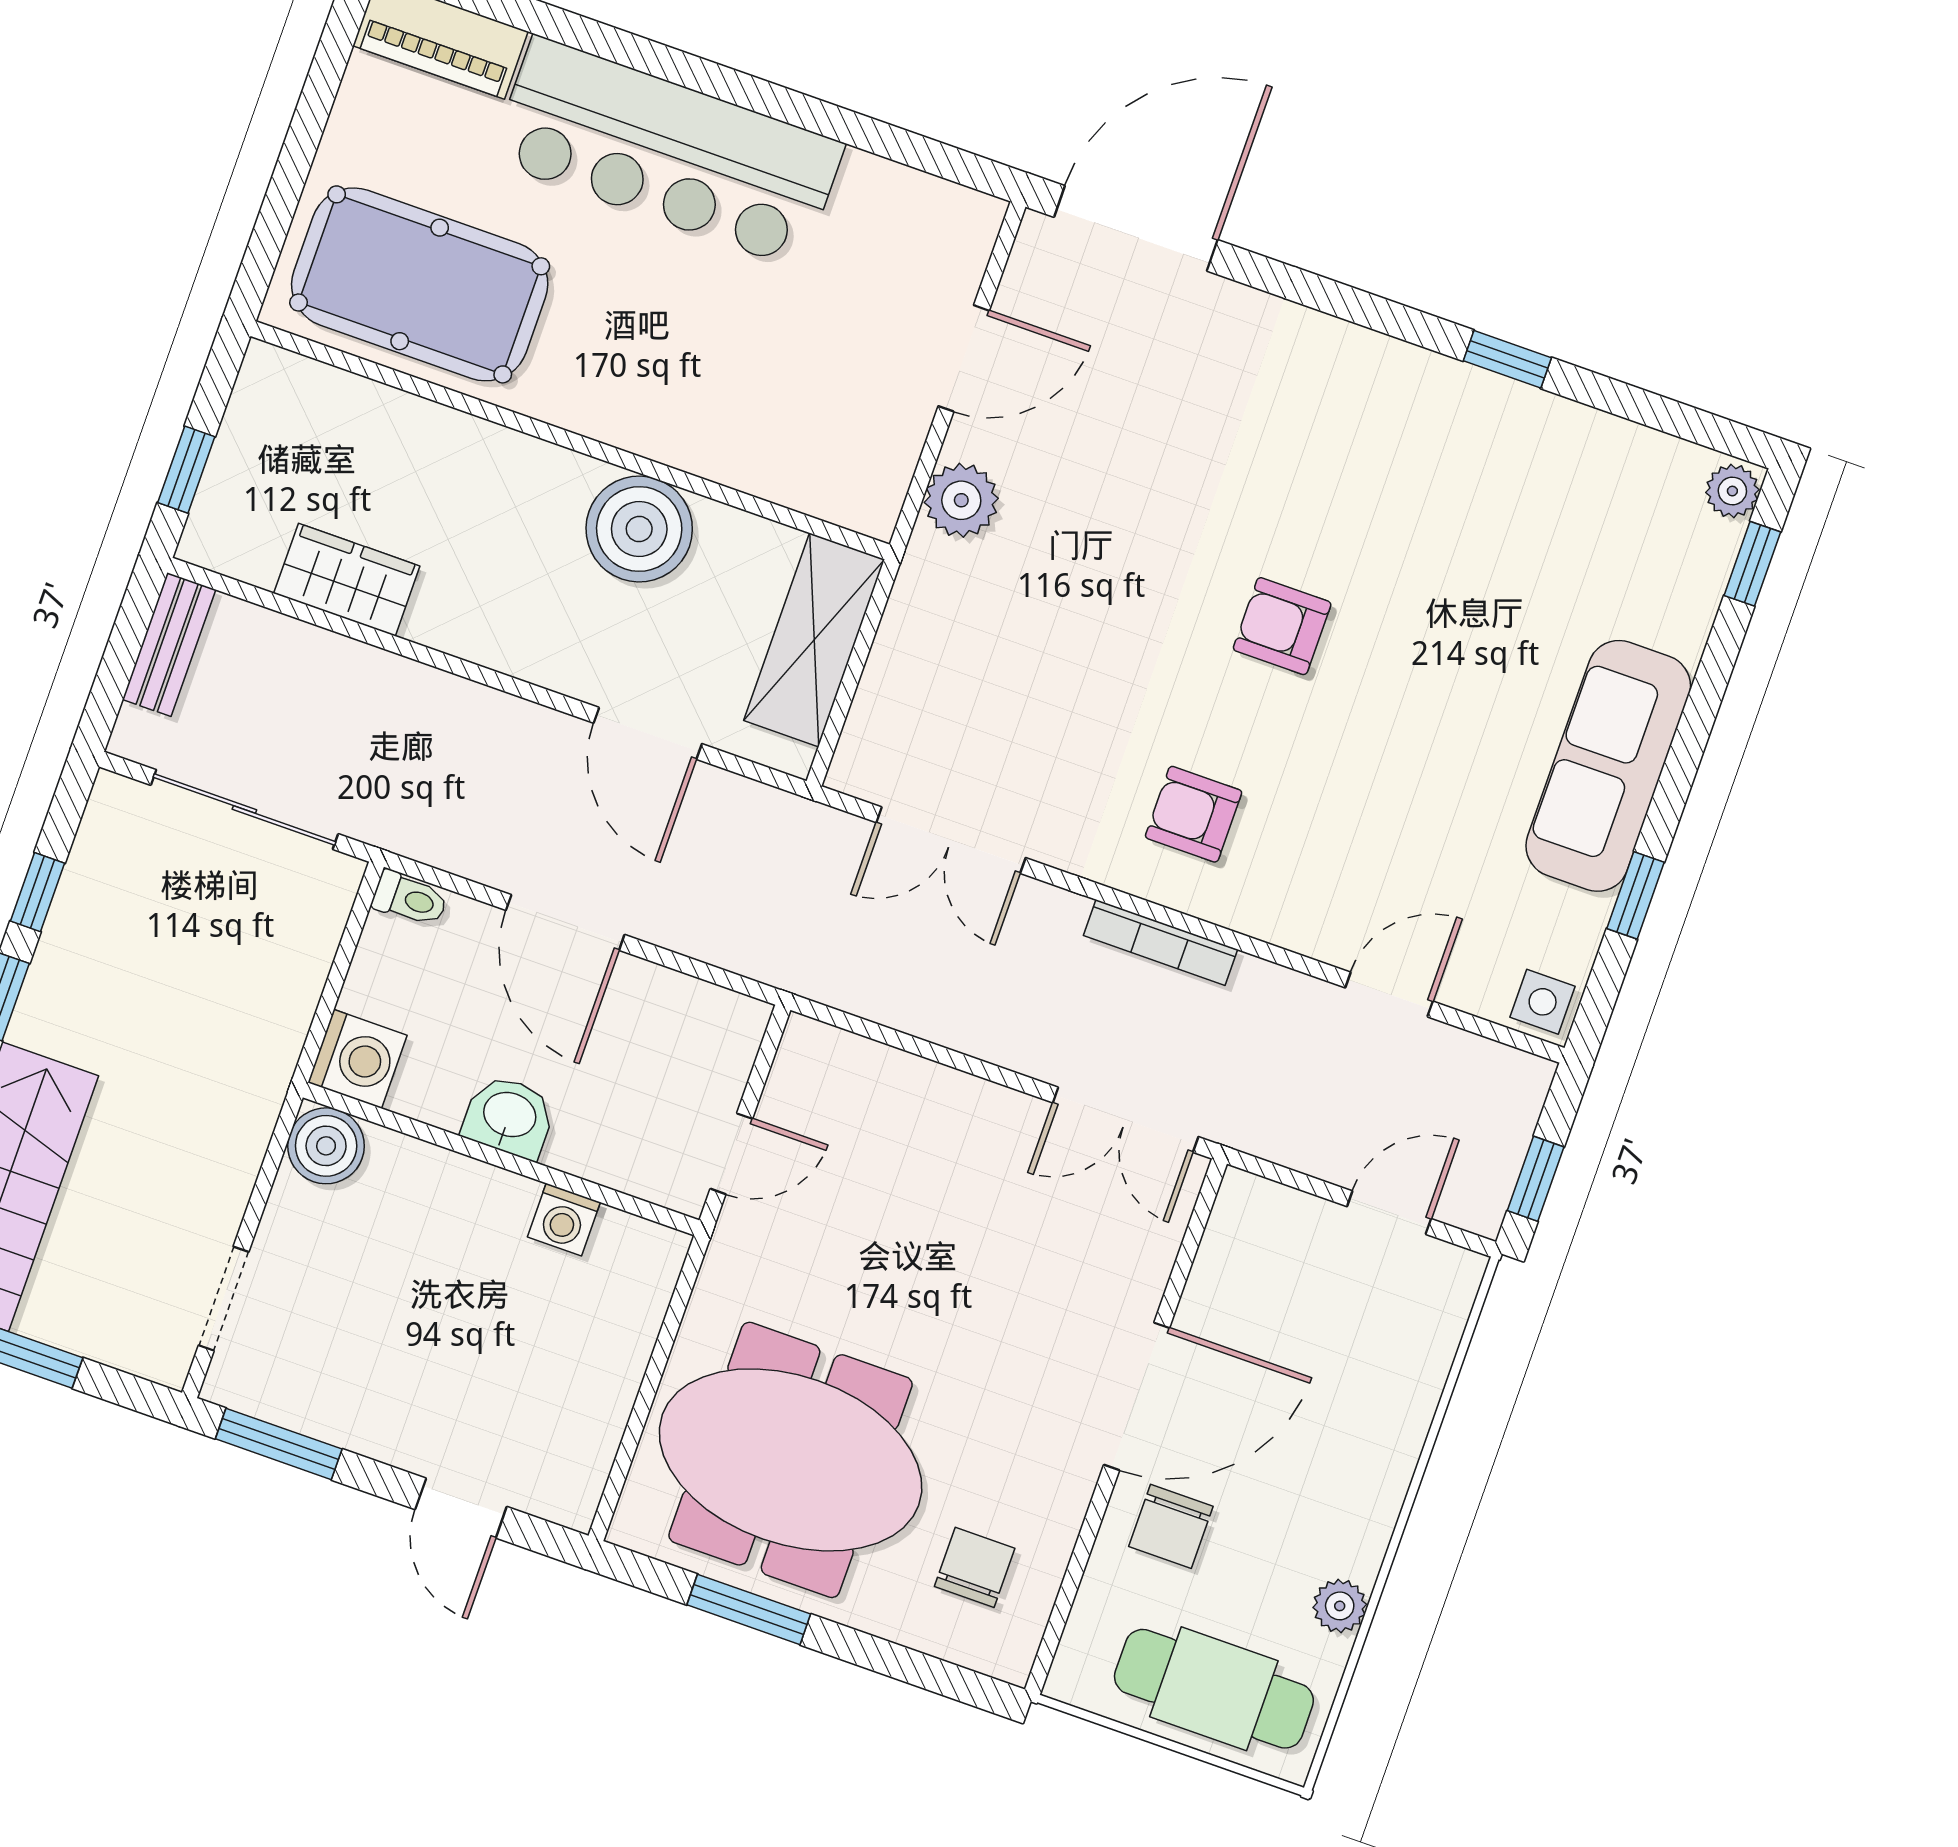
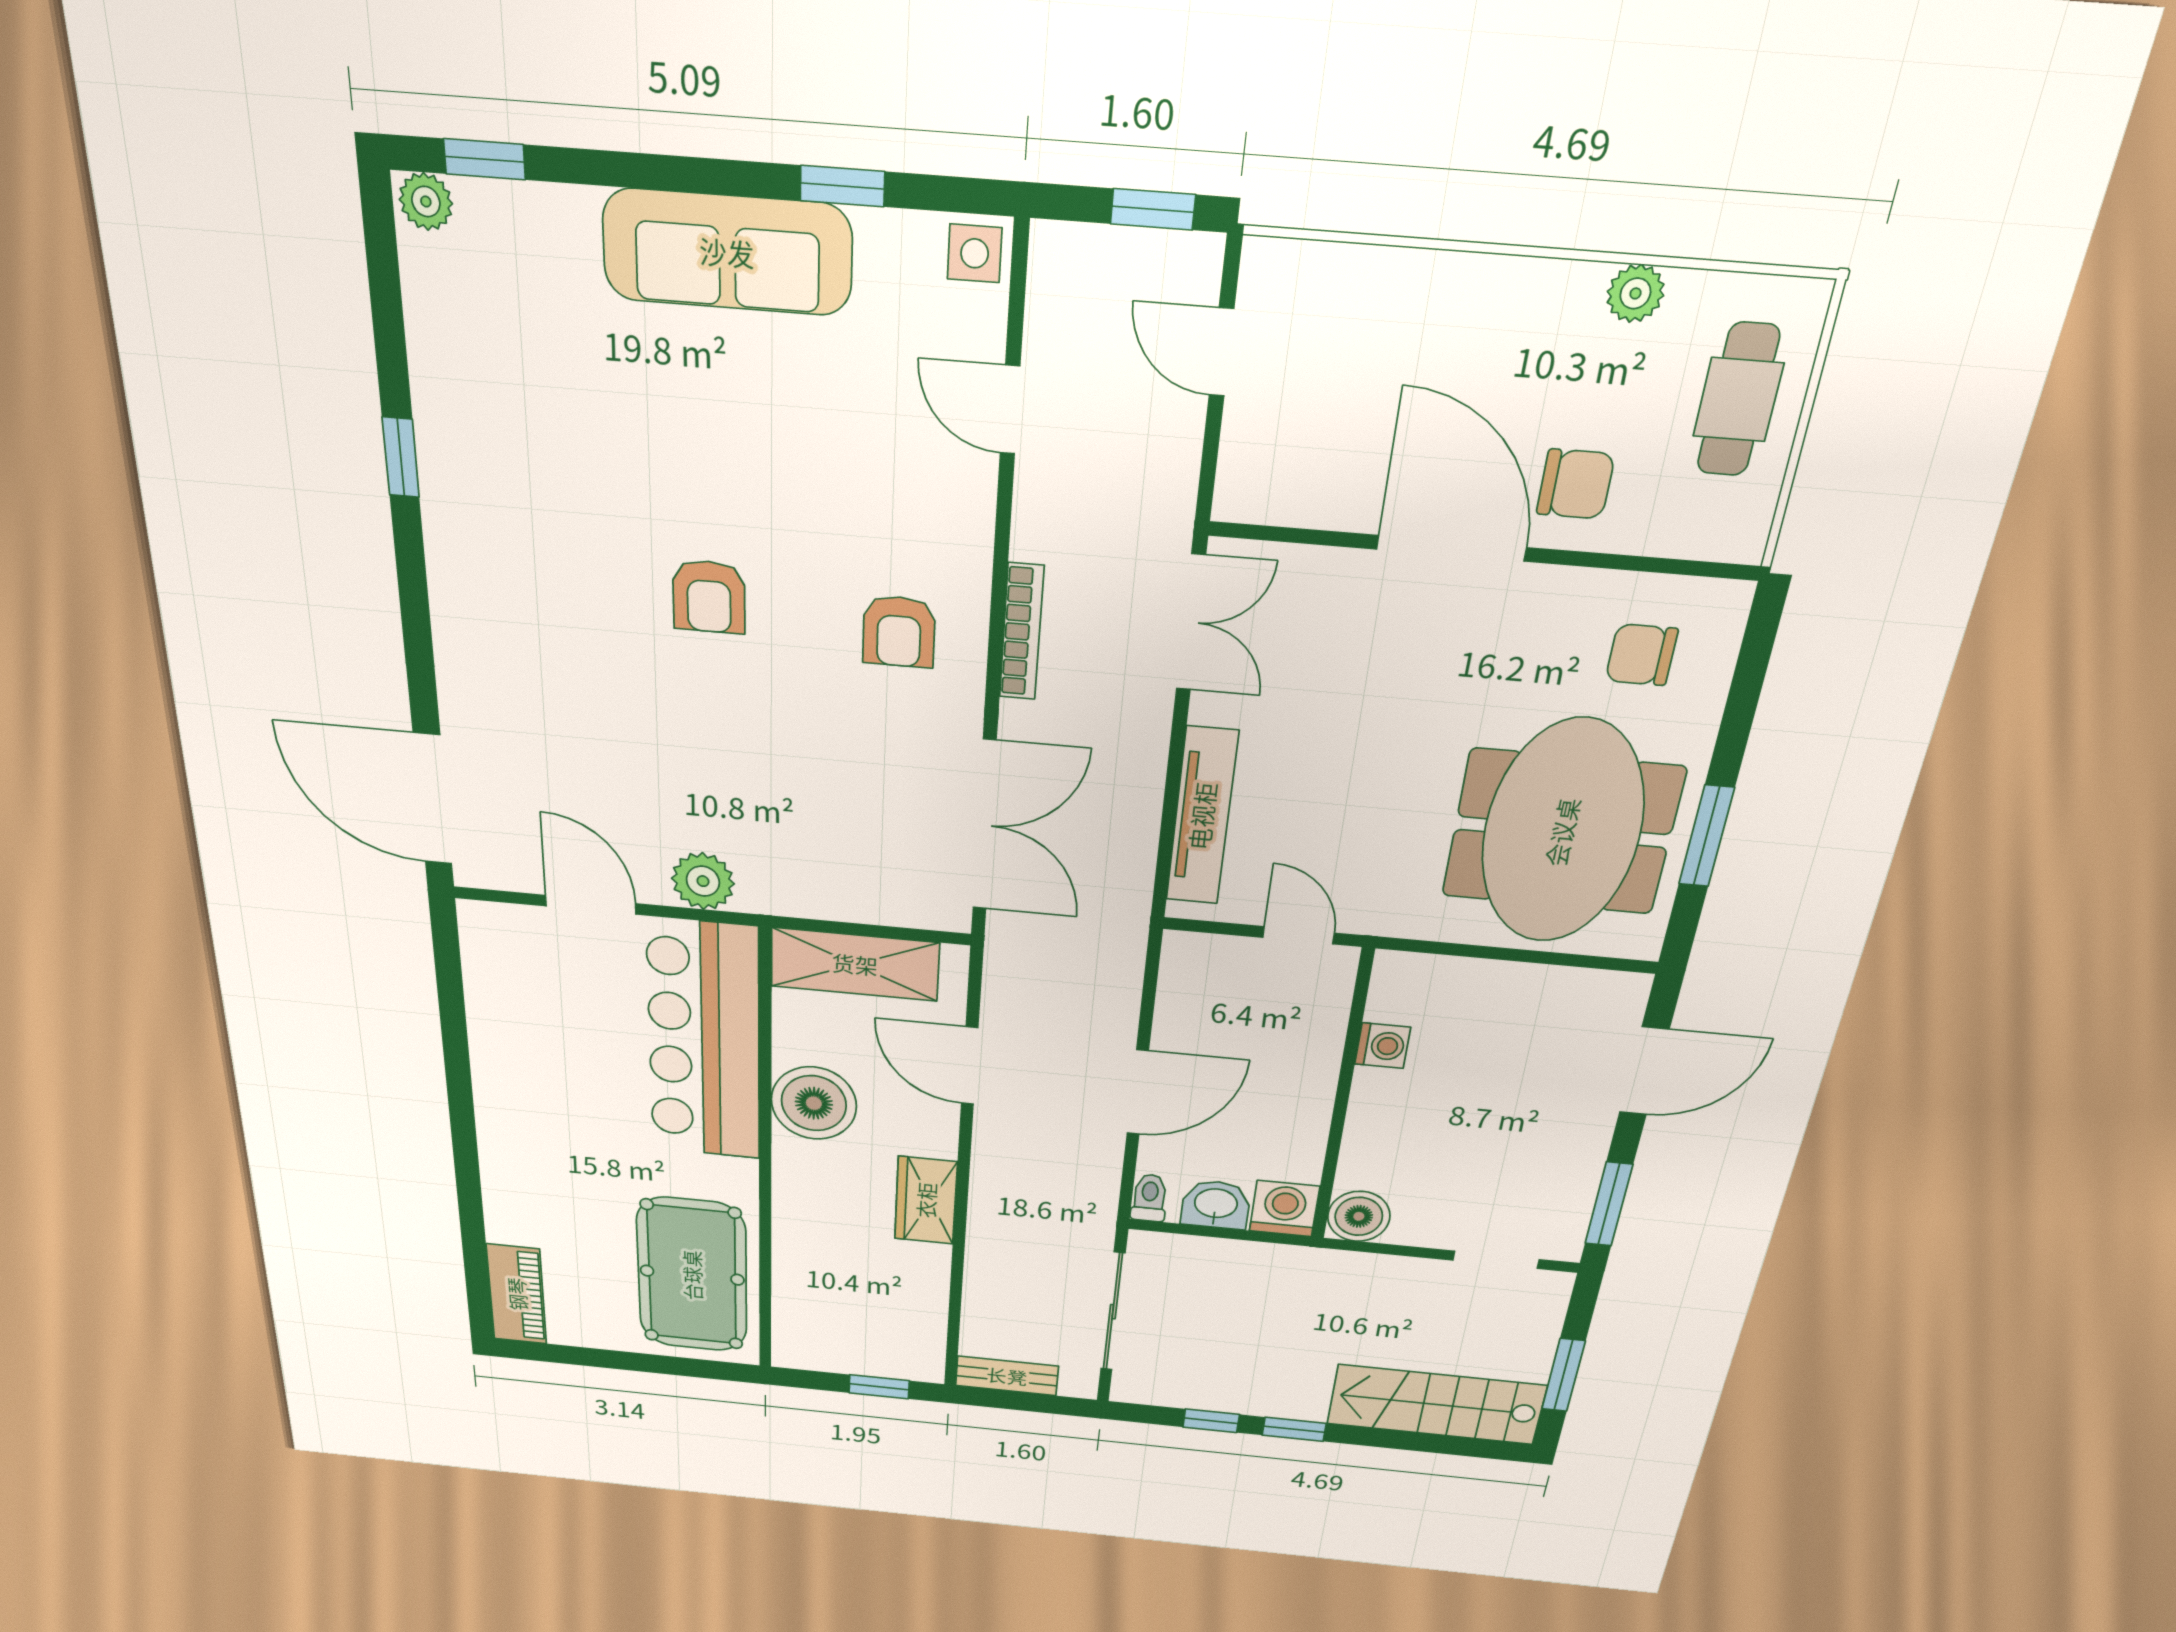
bar counter: (667, 152) -> (704, 1041), moved, turned 180
wardrobe: (347, 580) -> (926, 1200), moved
door: (648, 733) -> (970, 1066), swing flipped
double door: (951, 840) -> (984, 826), width x1.37
tv unit: (903, 1080) -> (1202, 816), added
washbasin: (509, 1117) -> (1216, 1205), moved, turned 90
door: (461, 1508) -> (1644, 1071), width x1.37
cafe table: (1214, 1689) -> (1738, 400), width x0.73, depth x0.74

